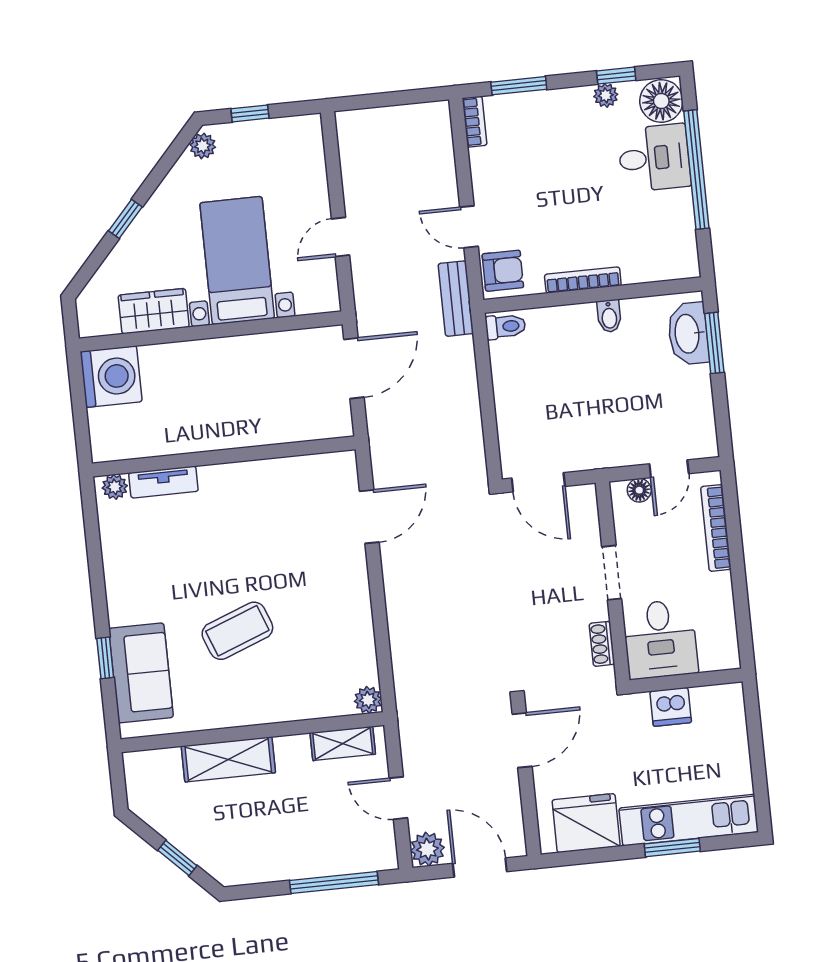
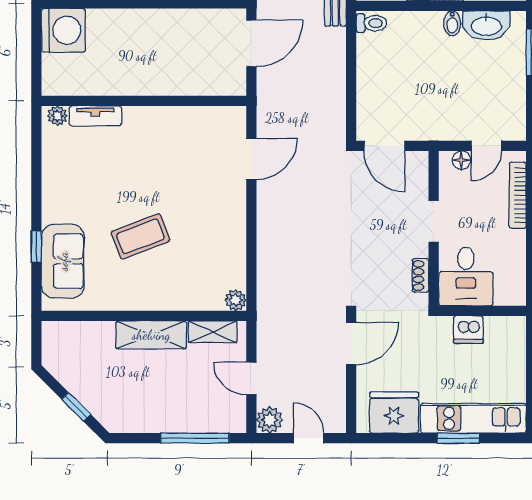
washbasin: (688, 334) -> (486, 25), moved, turned -90
shelving: (228, 759) -> (151, 335), moved
door: (480, 867) -> (309, 438), width x0.73

